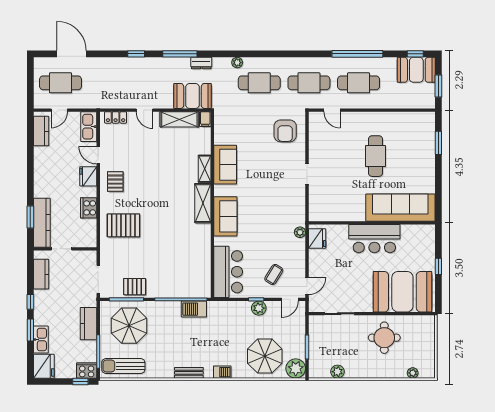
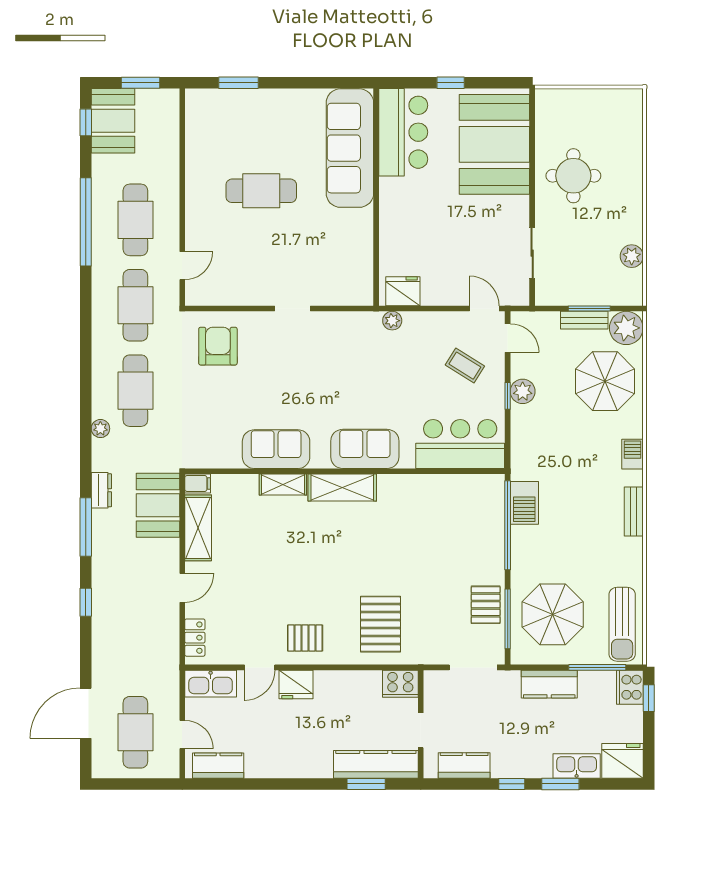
armchair: (285, 131) -> (218, 346), turned -90
cooker: (89, 208) -> (400, 684), moved
bar counter: (374, 239) -> (403, 132), moved
bench: (300, 344) -> (584, 320), added
plant: (413, 373) -> (634, 127), removed

